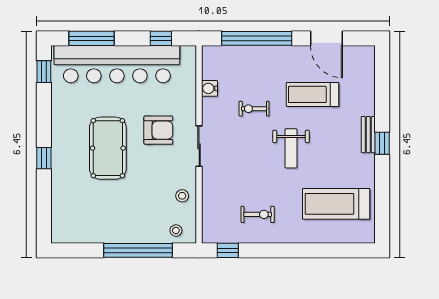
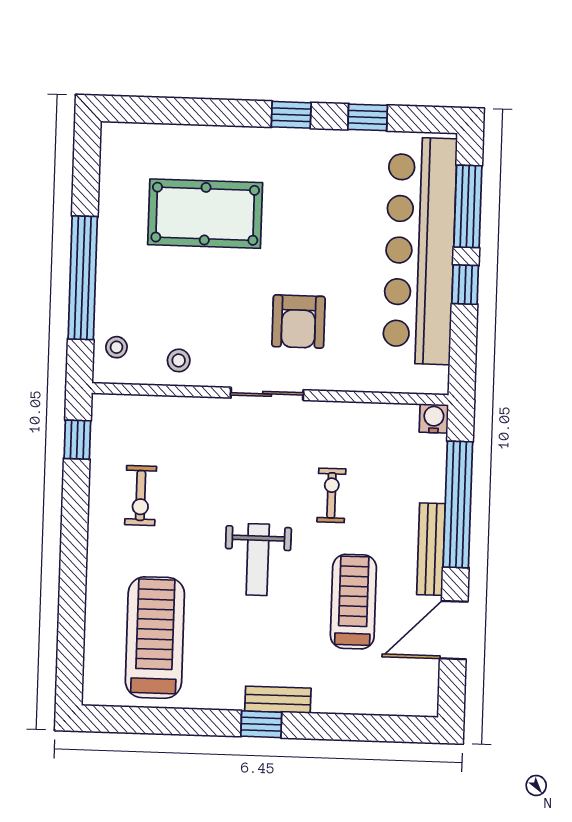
window: (161, 38) -> (465, 285), moved
bench: (282, 53) -> (431, 549), added
window: (44, 72) -> (368, 117), moved
water cooler: (210, 88) -> (434, 418), moved
pool table: (108, 148) -> (205, 214), moved
weight bench: (291, 148) -> (258, 560), turned -90
window: (44, 158) -> (291, 115), moved

